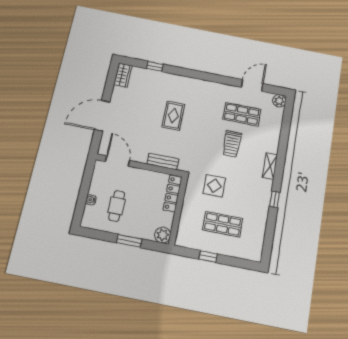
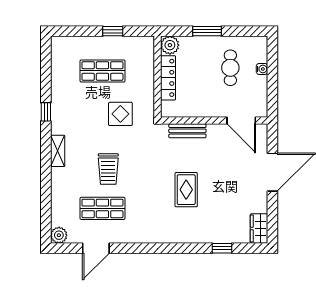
trolley: (232, 144) -> (108, 169), turned 180
locker: (173, 193) -> (168, 78), moved

